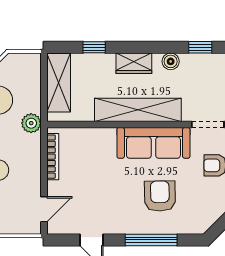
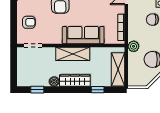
wardrobe: (134, 63) -> (75, 80), width x1.50
shelving: (138, 110) -> (73, 54), width x0.68
sofa: (153, 143) -> (83, 35), moved

